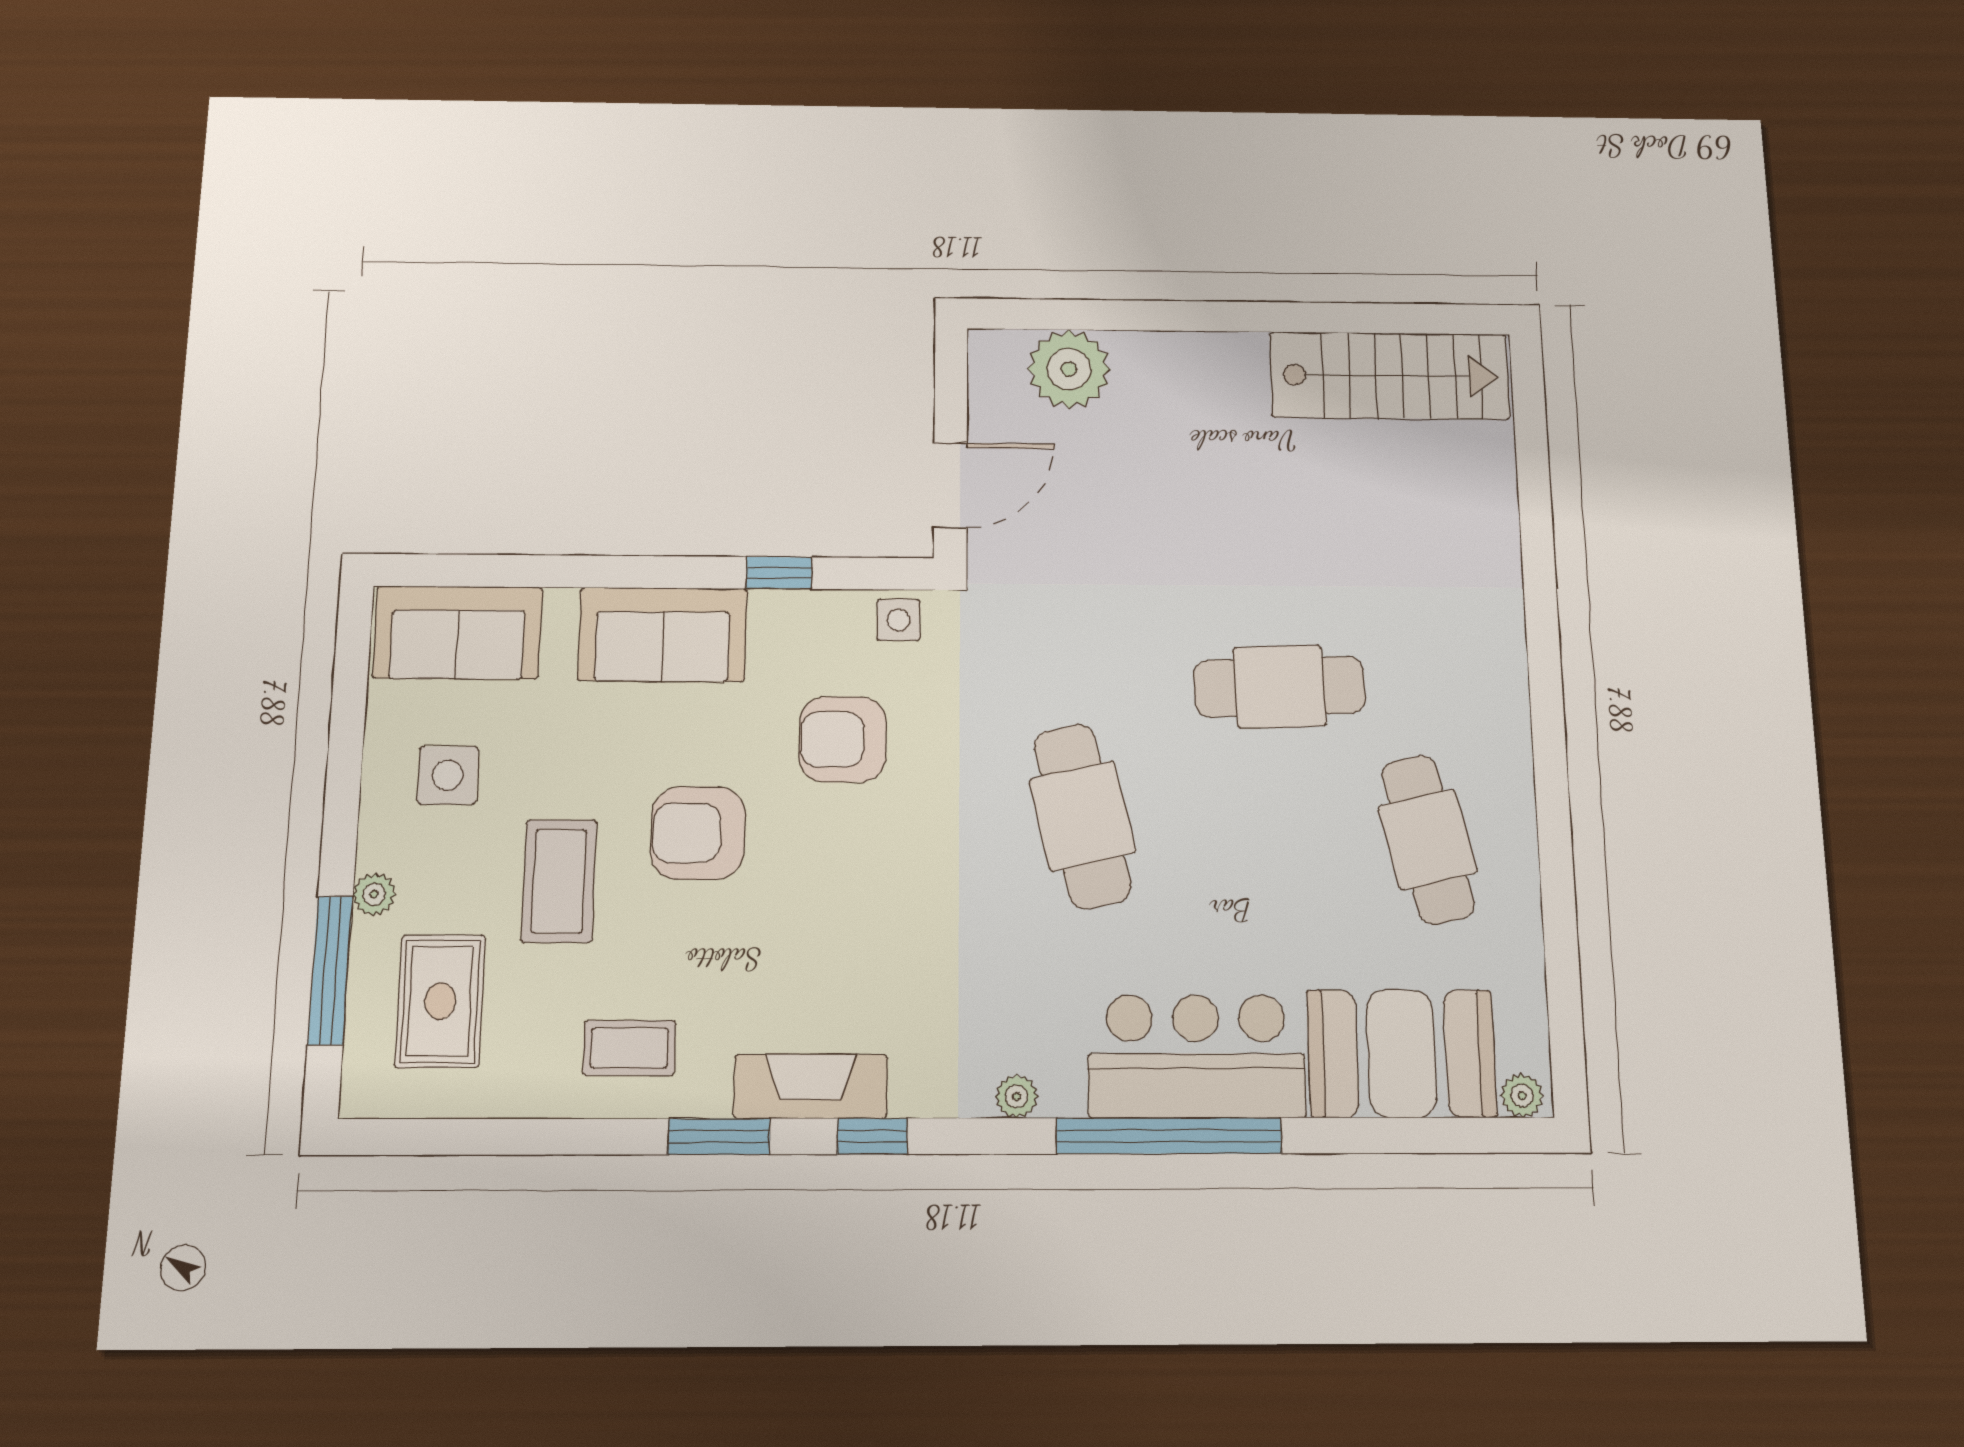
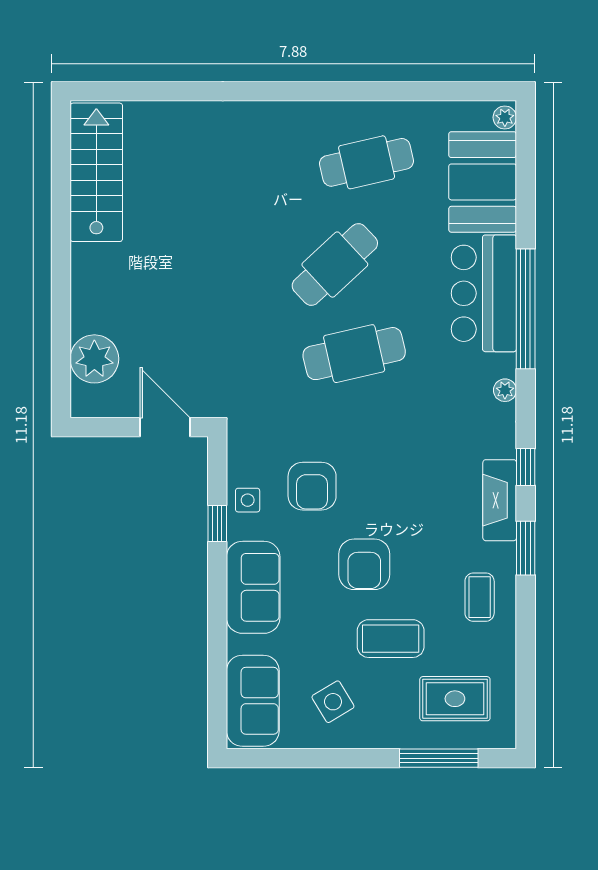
side table: (899, 620) -> (248, 500), moved
cafe table: (1279, 687) -> (335, 265), moved, turned 49
side table: (448, 775) -> (333, 702), turned -31
plant: (374, 894) -> (398, 737), removed

